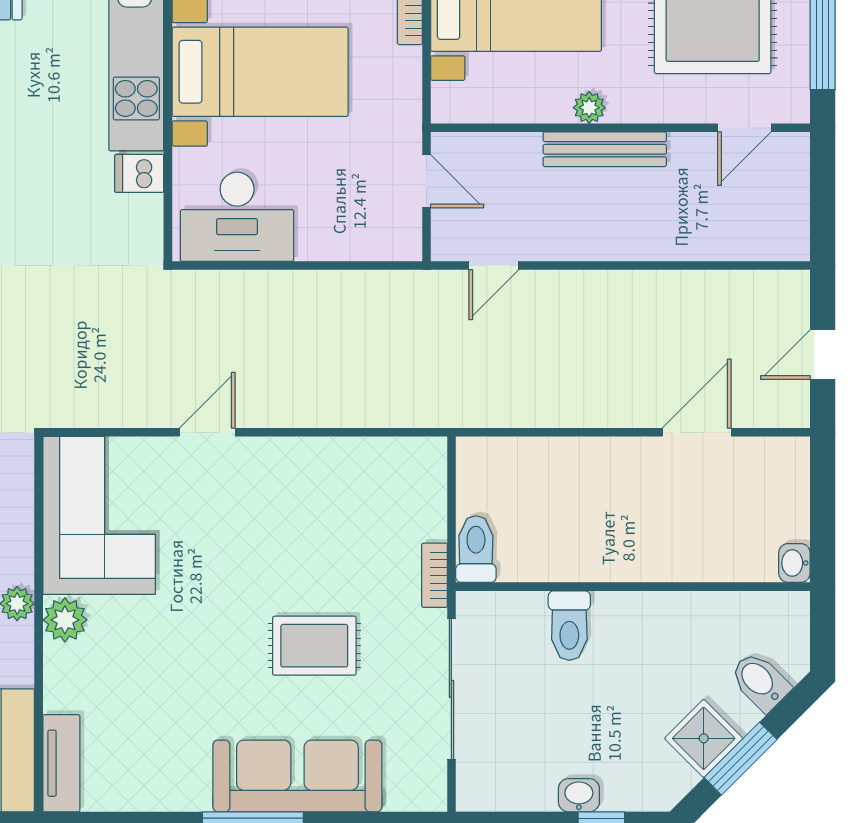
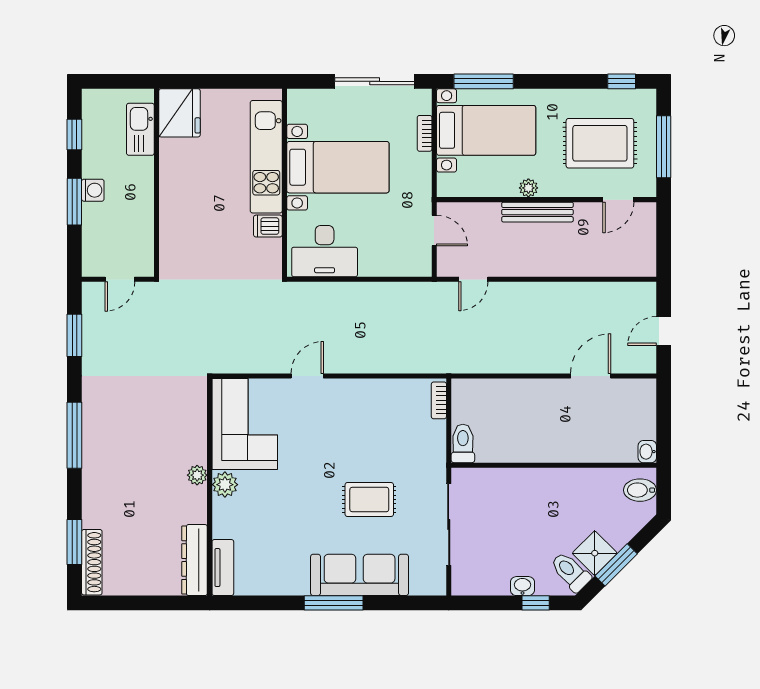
bookcase: (434, 575) -> (439, 400), moved
toilet: (569, 626) -> (570, 572), moved, turned 135
bidet: (760, 681) -> (640, 490), moved, turned -45

